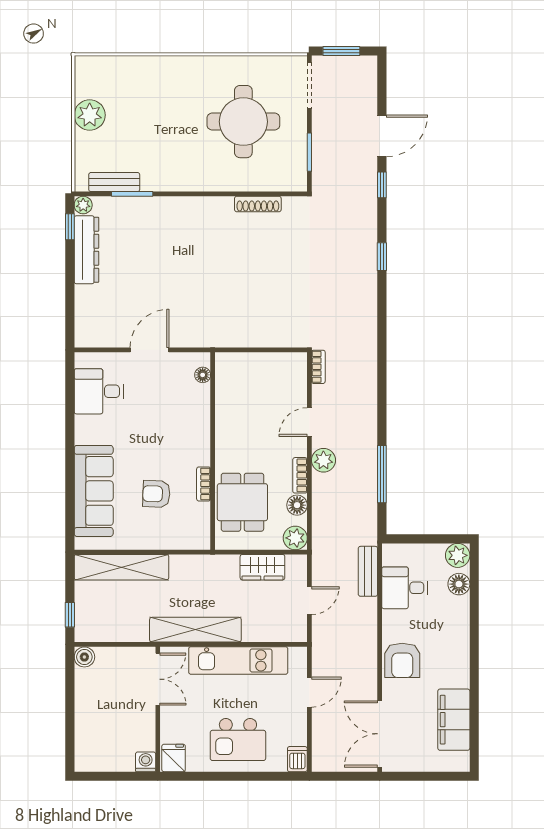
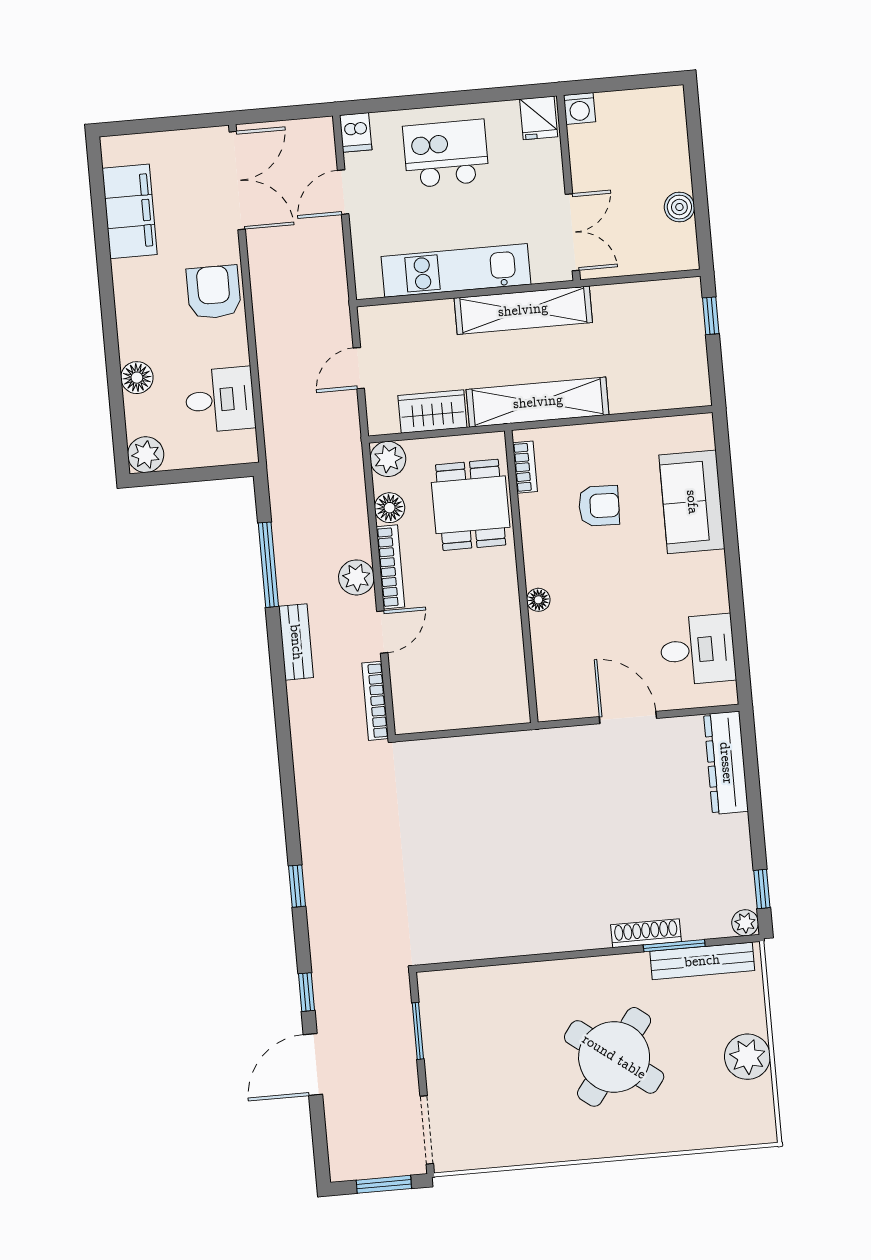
round table: (243, 122) -> (614, 1057), moved, turned 37
bench: (114, 182) -> (702, 961), width x1.36
shoe rack: (258, 204) -> (646, 933), moved
dresser: (86, 250) -> (726, 763), moved
door: (150, 350) -> (628, 718), swing flipped
bookcase: (318, 367) -> (375, 701), width x1.56
floor lamp: (203, 375) -> (538, 600), moved
bookcase: (300, 475) -> (390, 567), width x1.56
bookcase: (204, 484) -> (525, 467), moved
sofa: (94, 491) -> (692, 502), width x0.73
shelving: (121, 567) -> (538, 402), moved
bench: (368, 571) -> (296, 642), moved
floor lamp: (459, 584) -> (137, 378), moved
boiler: (84, 657) -> (679, 207), moved
double door: (158, 679) -> (572, 232), swing flipped
door: (309, 692) -> (343, 192), moved

